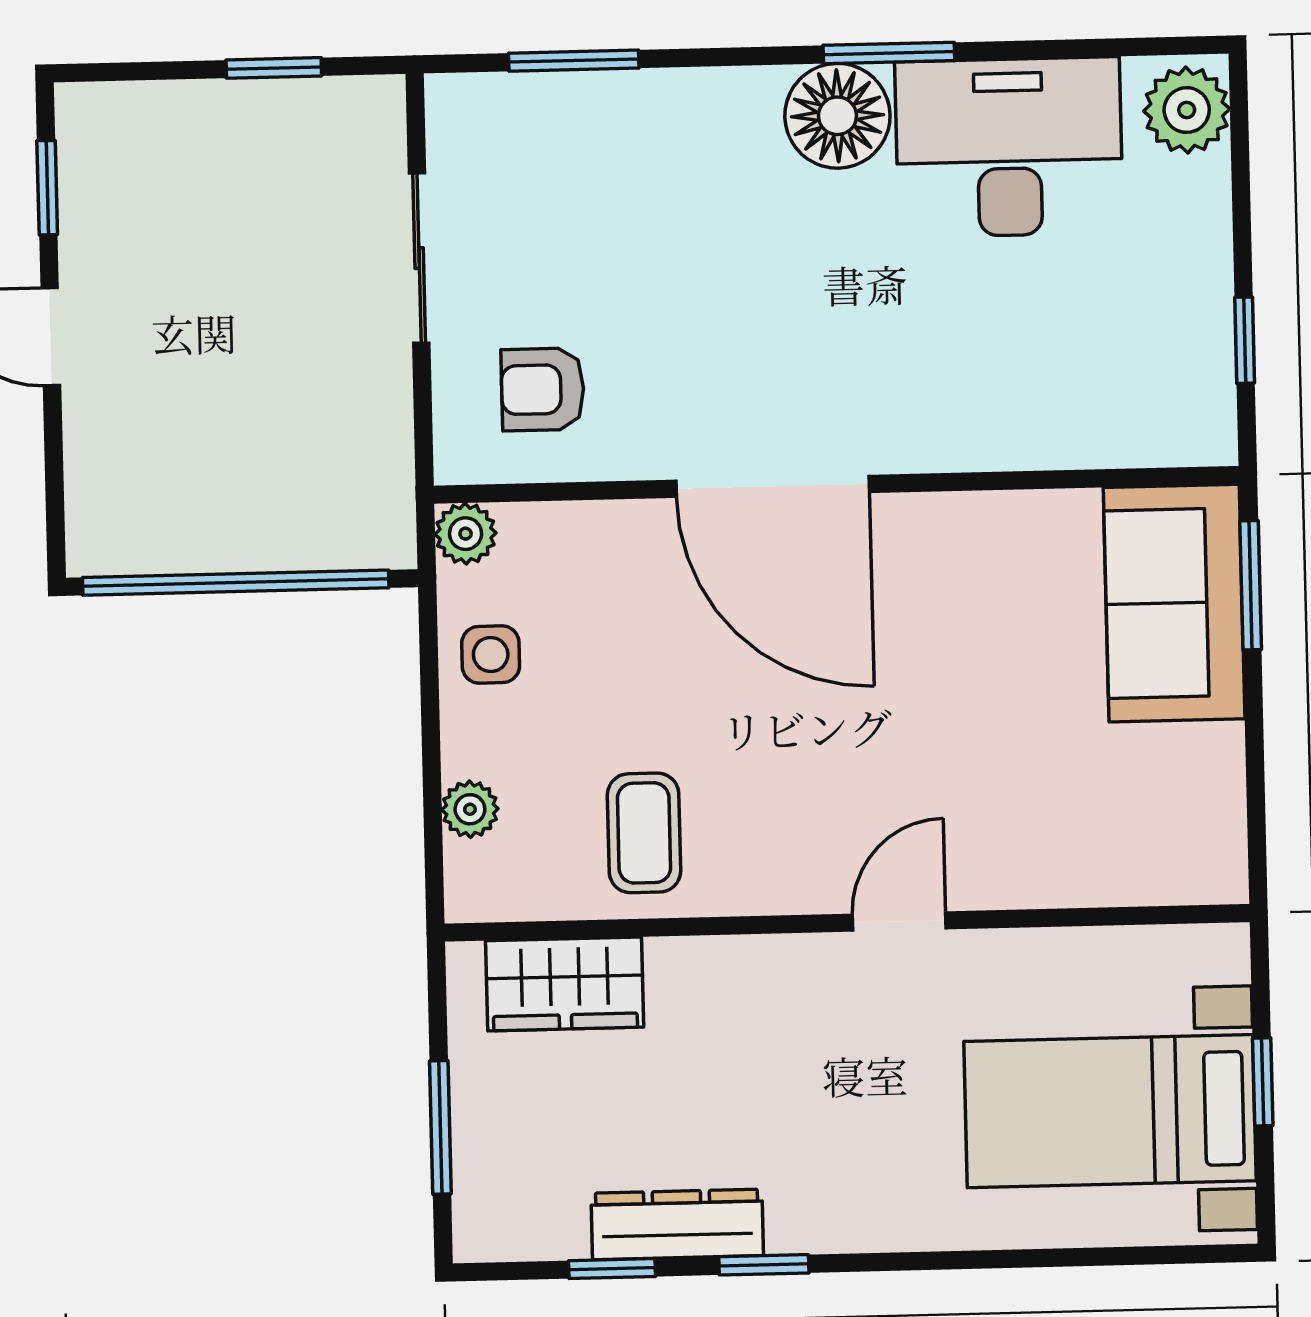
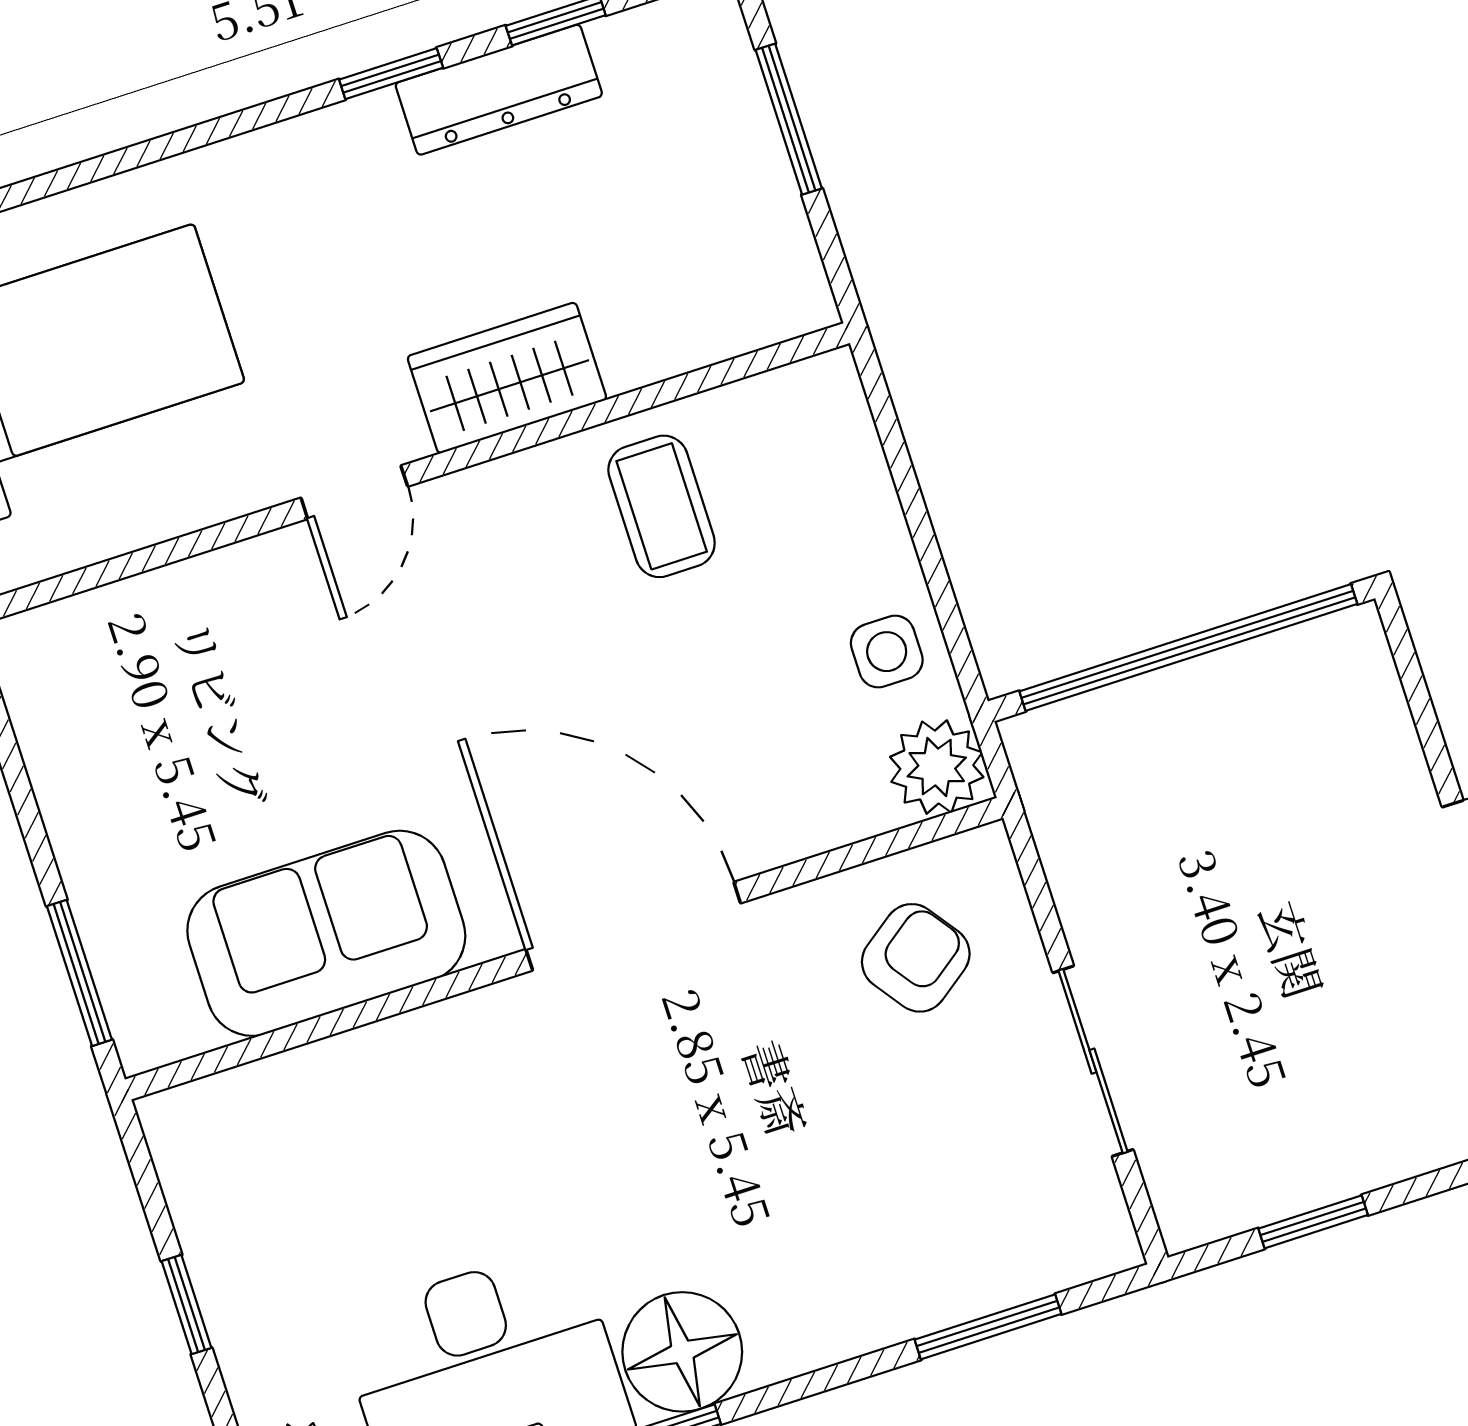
window: (1245, 340) -> (186, 1304), moved
armchair: (543, 389) -> (916, 958), turned -36
plant: (466, 534) -> (937, 767), width x1.38, depth x1.38
sofa: (1174, 603) -> (326, 933), moved, turned -90
plant: (470, 809) -> (859, 476), removed
wardrobe: (565, 984) -> (507, 378), moved

